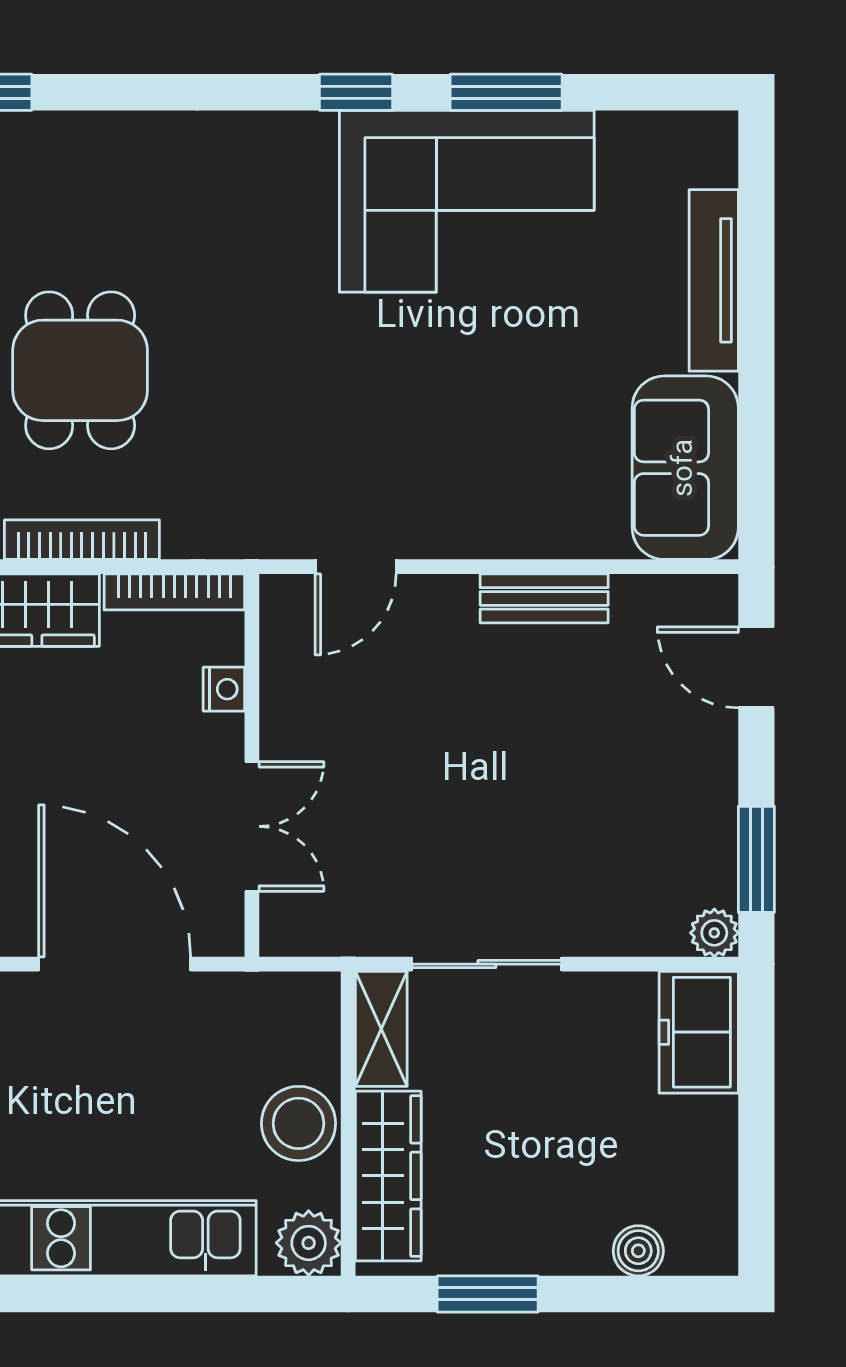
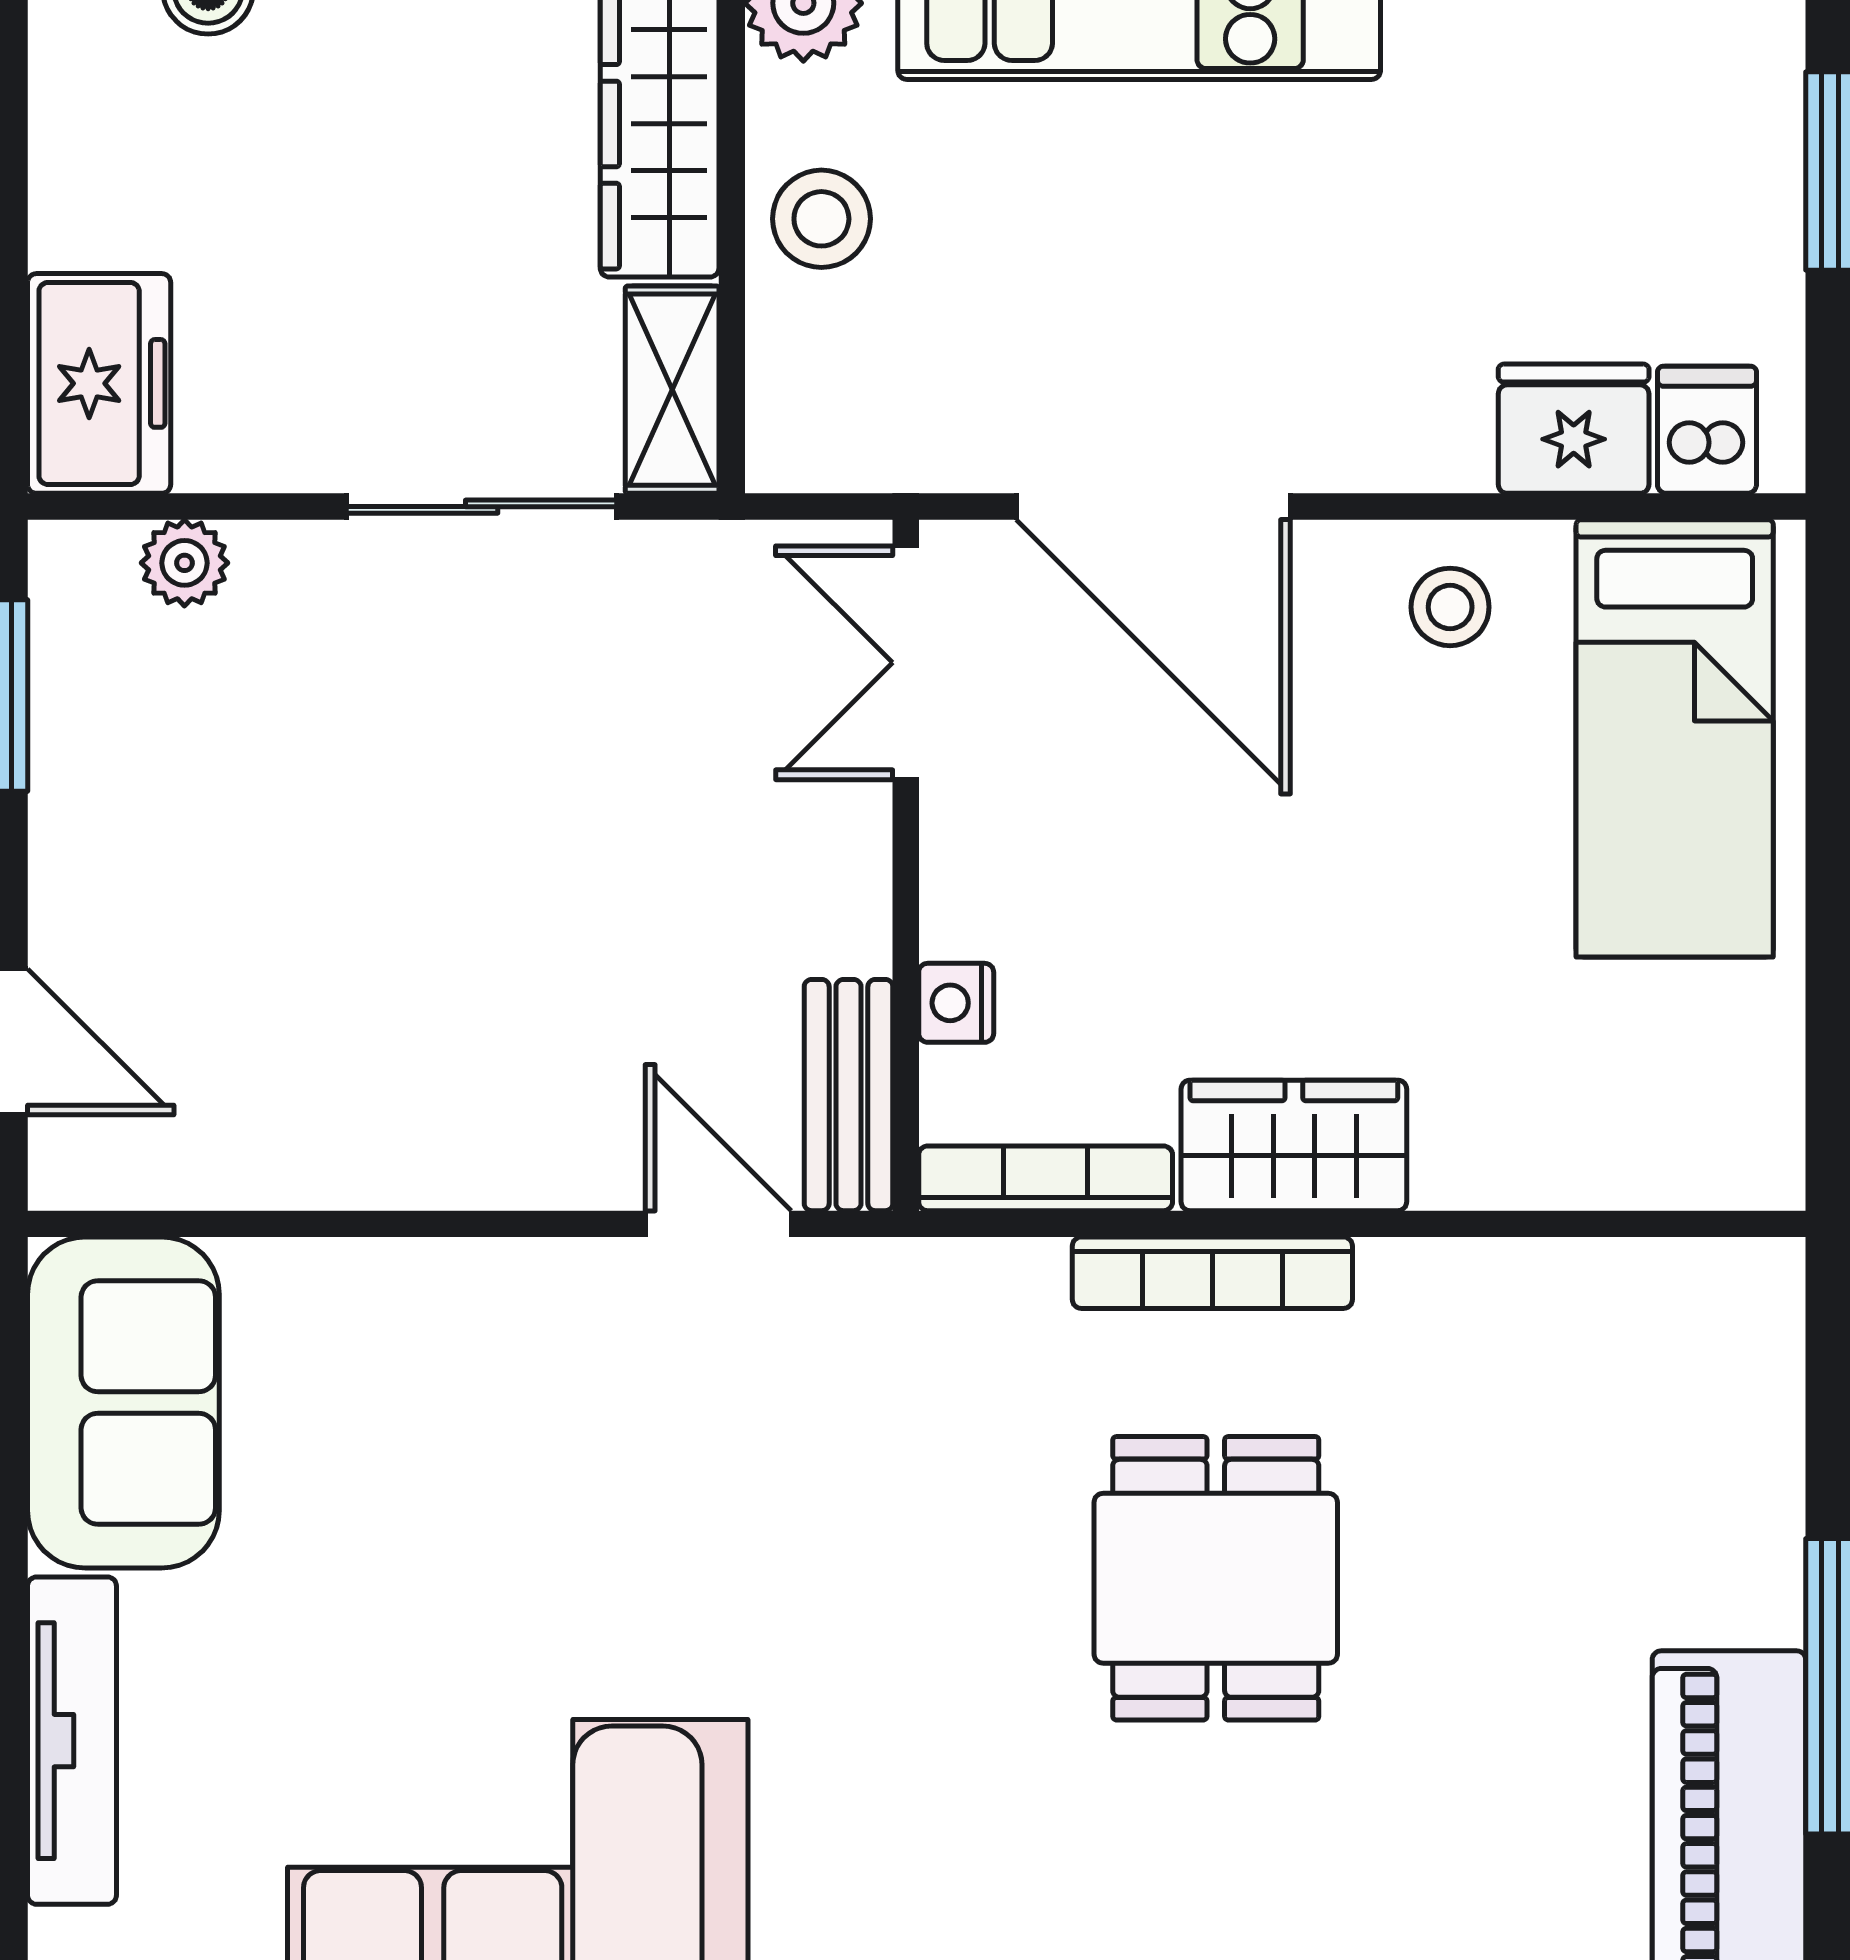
door: (356, 567) -> (718, 1224), hinge flipped
bench: (544, 598) -> (848, 1095), moved, turned 90
double door: (252, 826) -> (906, 663), moved
plant: (714, 933) -> (184, 563), moved
stool: (299, 1123) -> (821, 219), width x0.73, depth x0.73

